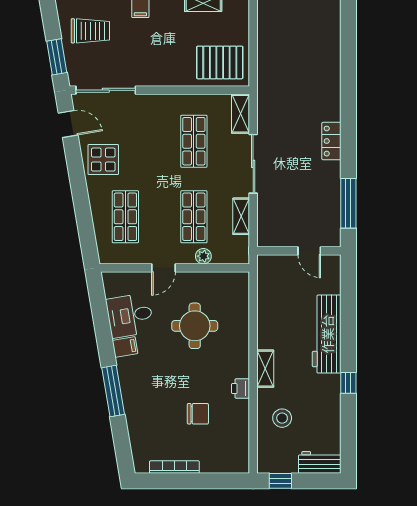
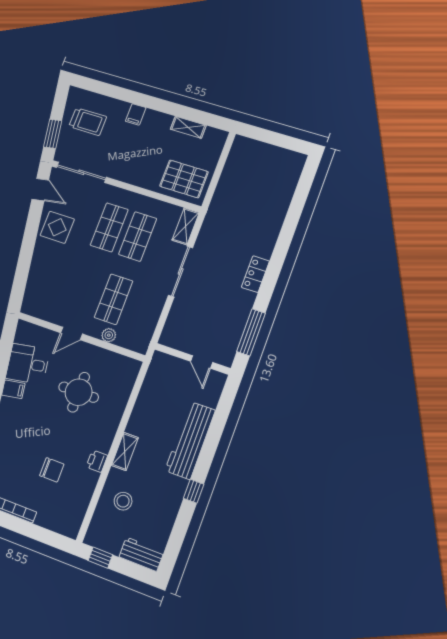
shelving: (241, 216) -> (154, 312), removed
shop shelf: (125, 217) -> (109, 227), moved

